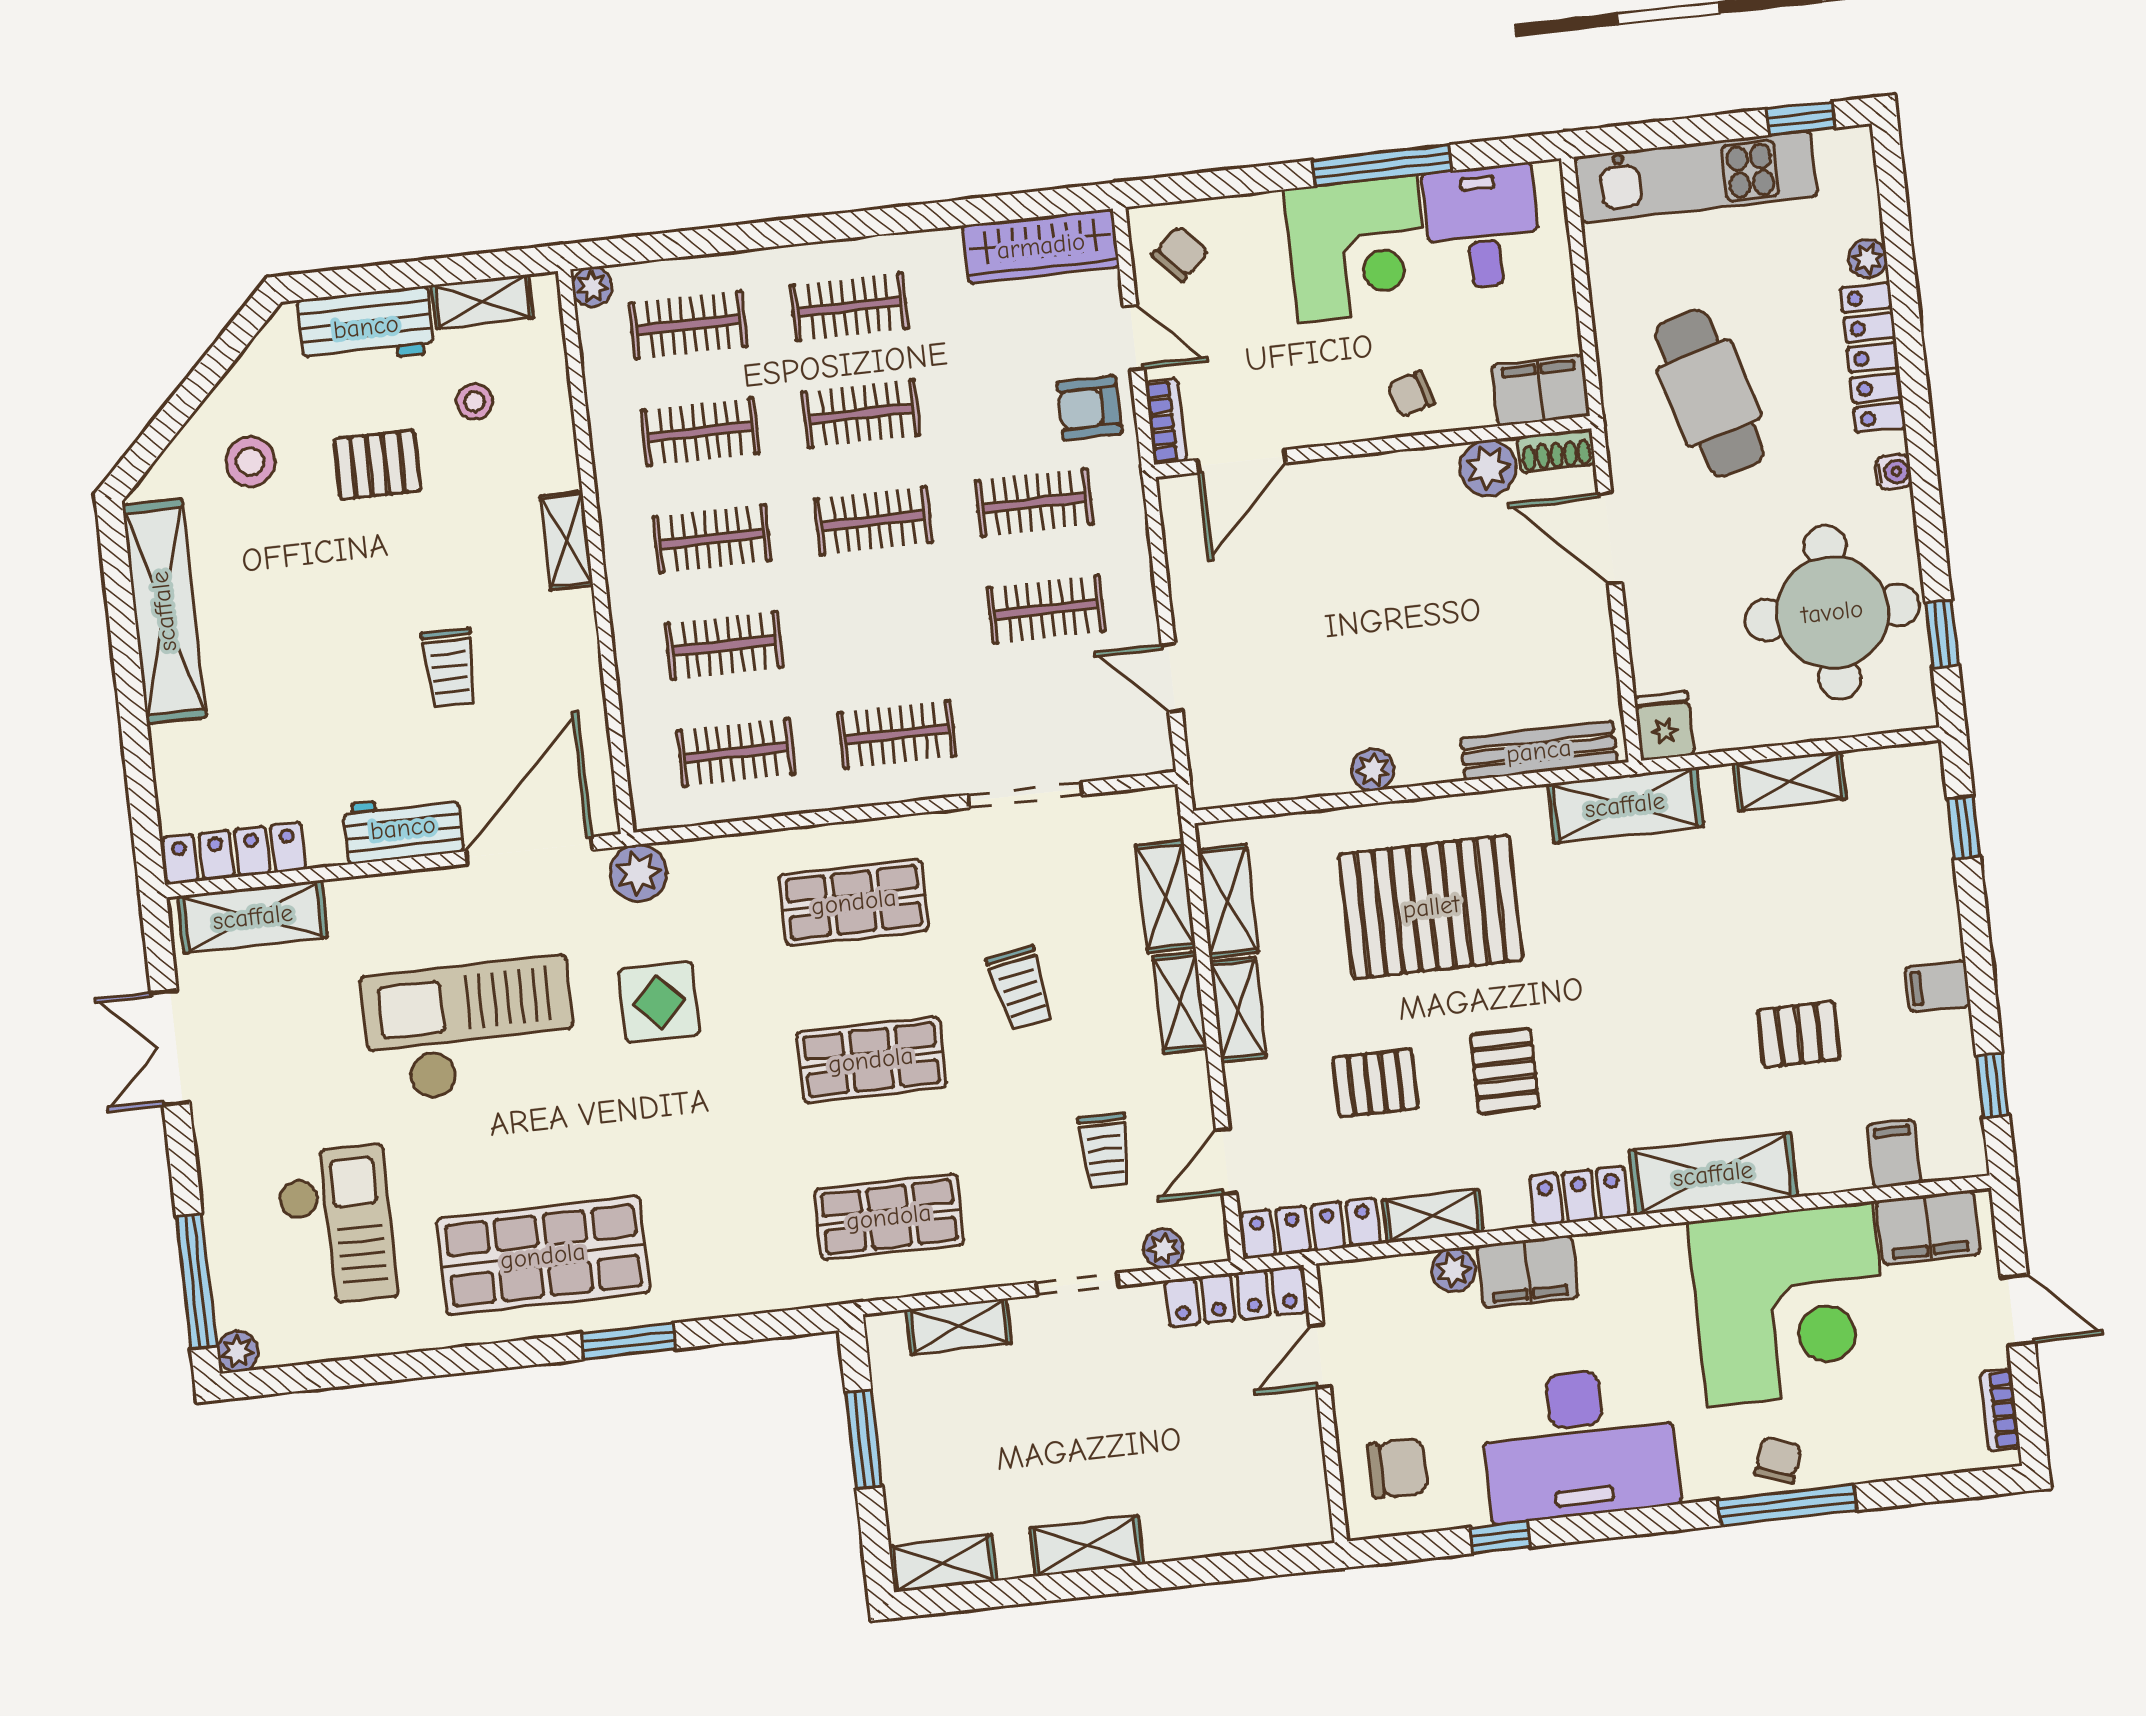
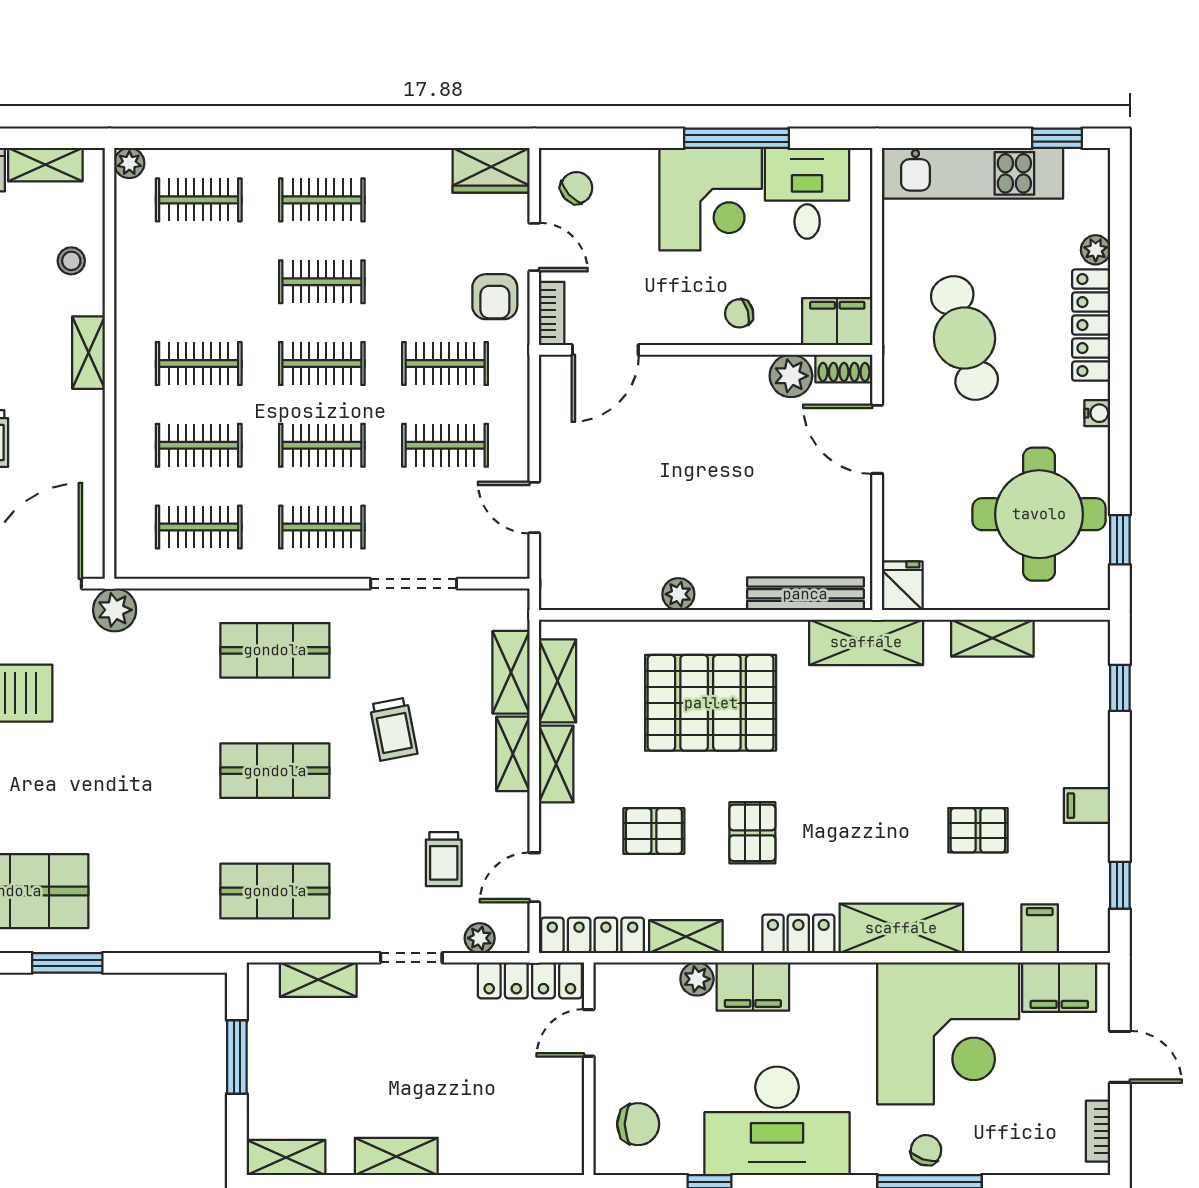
wardrobe: (1041, 246) -> (491, 170), width x0.67
stool: (475, 402) -> (71, 261), moved
armchair: (1089, 408) -> (495, 297), turned -90
clothes rail: (700, 432) -> (322, 445), moved
display table: (659, 1002) -> (119, 709), removed

